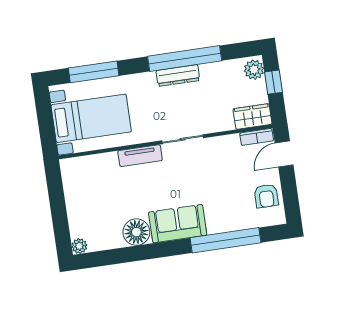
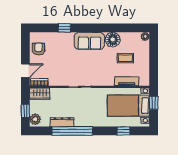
window: (94, 72) -> (123, 131), width x0.46
dresser: (178, 75) -> (62, 122), moved
window: (47, 130) -> (154, 103), added
tv unit: (140, 156) -> (127, 81), moved
coffee table: (109, 202) -> (125, 58), added
window: (225, 240) -> (64, 28), width x0.32

